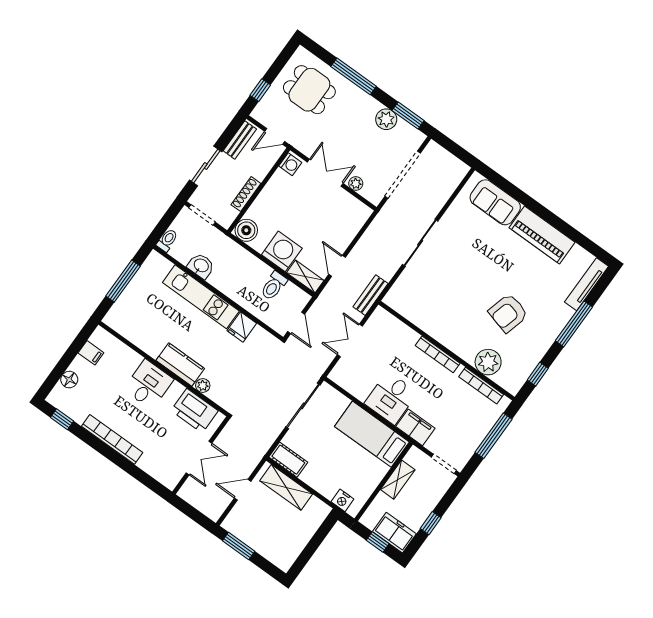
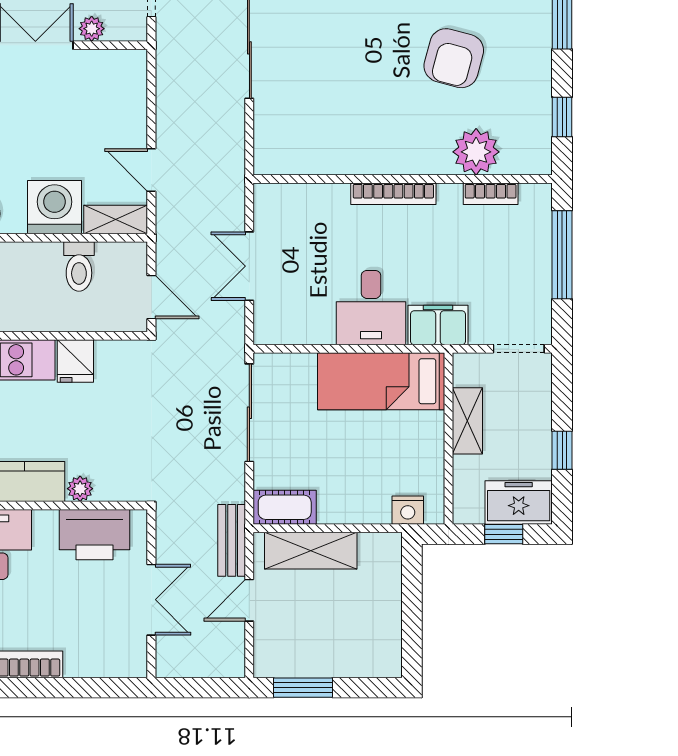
bench: (371, 295) -> (232, 540), moved
bookcase: (481, 386) -> (491, 194), width x0.64

